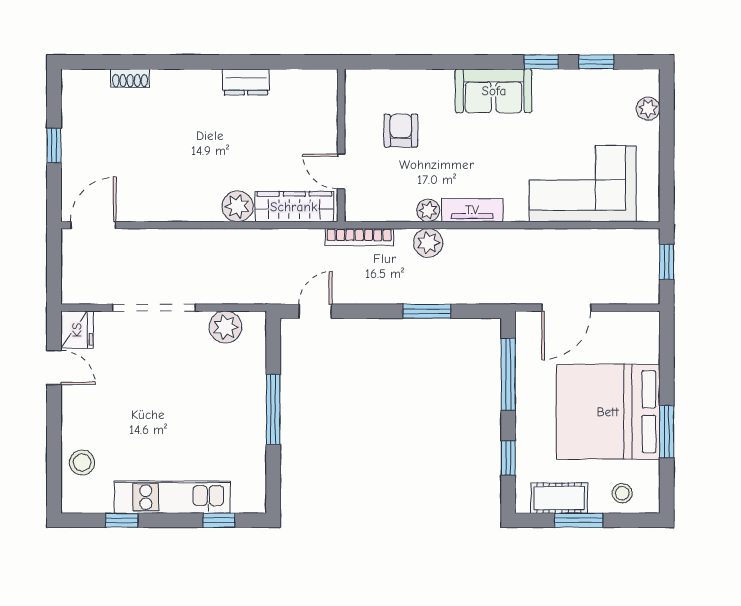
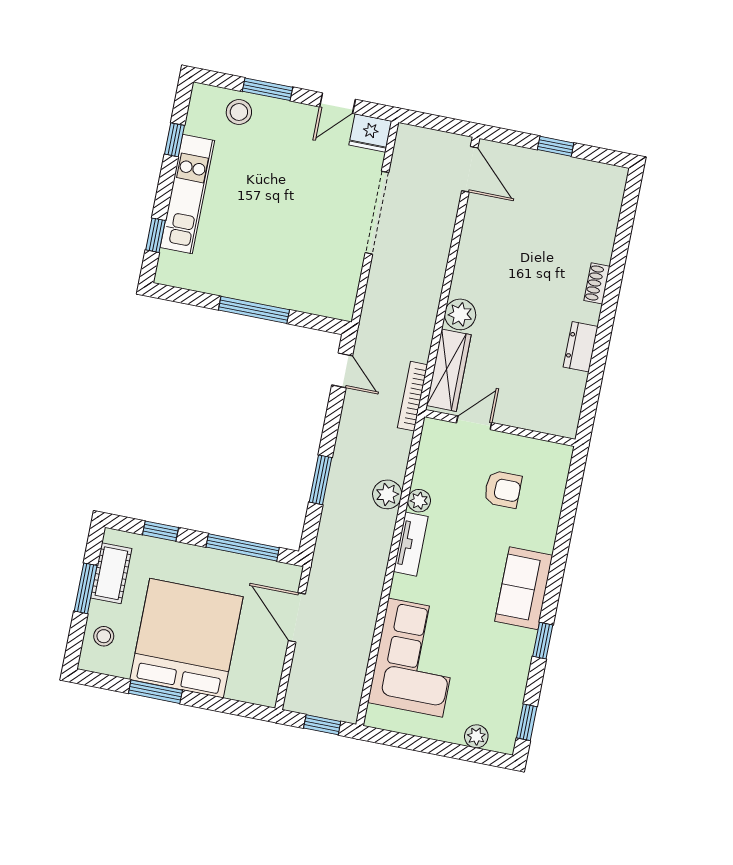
window: (596, 62) -> (527, 722), moved
shoe rack: (130, 78) -> (597, 283), moved
bookcase: (359, 237) -> (413, 396), moved
plant: (225, 327) -> (344, 279), removed
window: (54, 439) -> (267, 89), added

